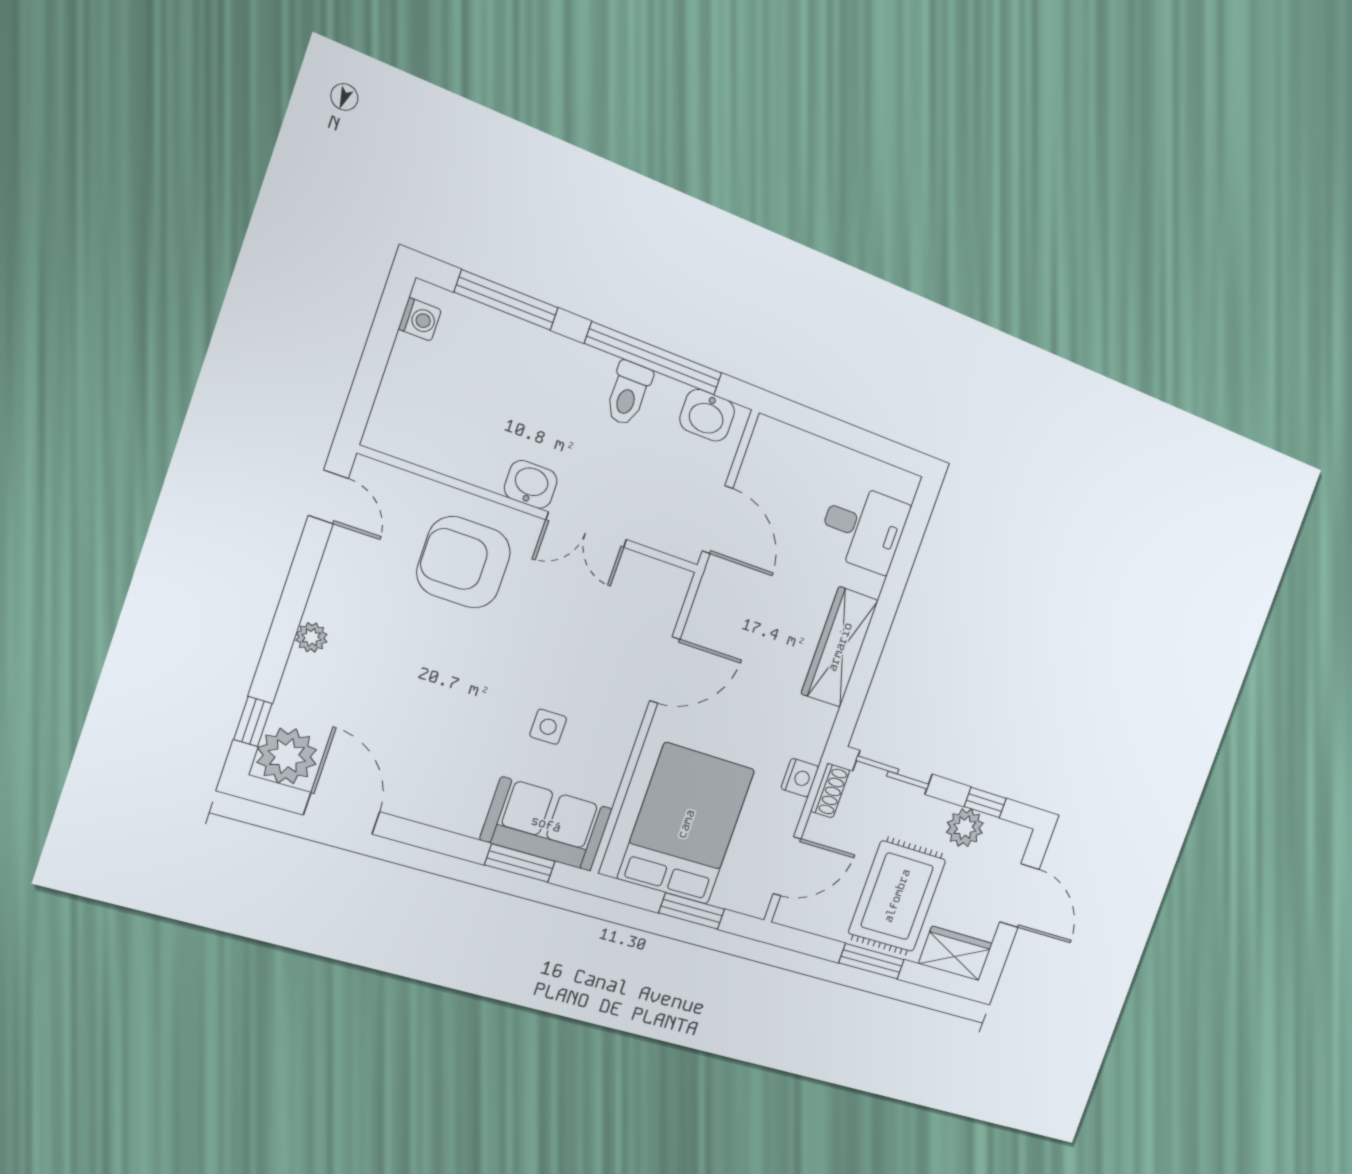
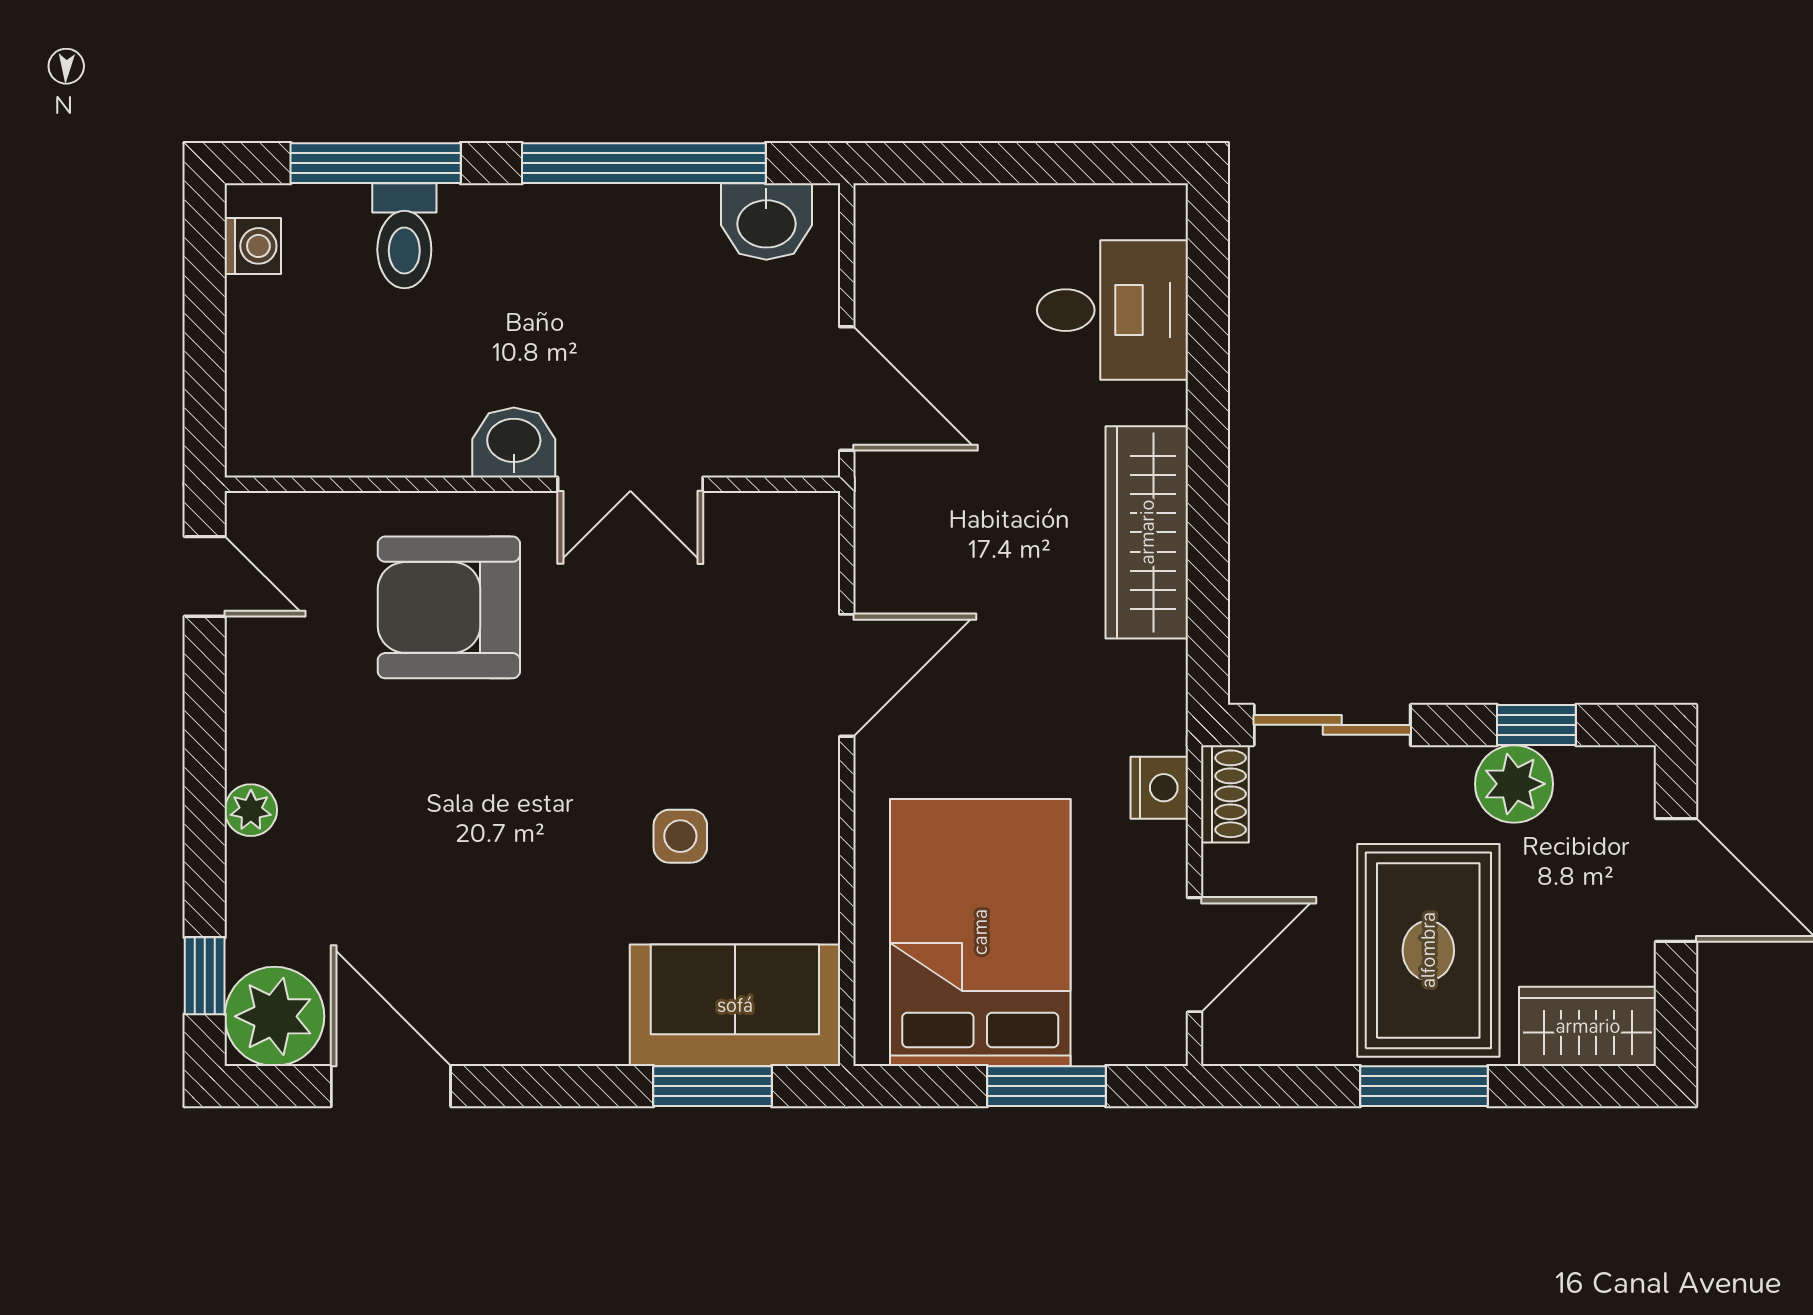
toilet: (628, 393) -> (404, 236), moved

